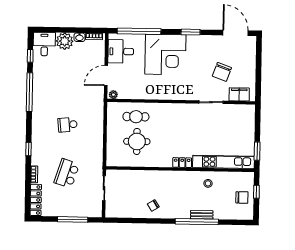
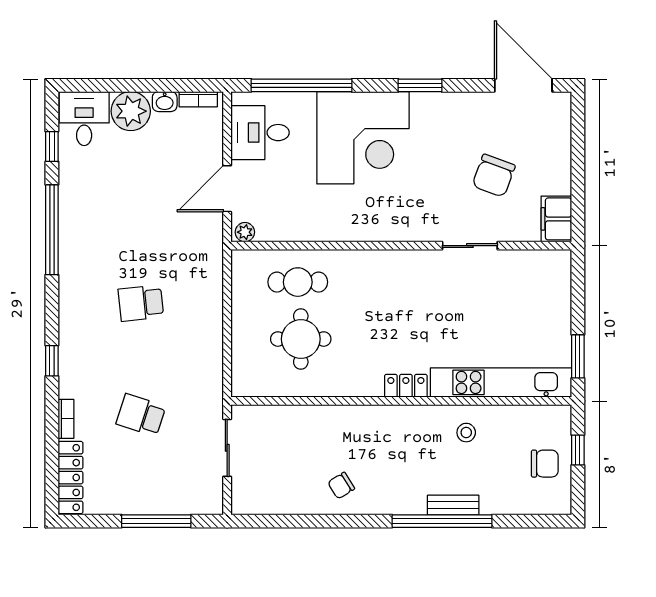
filing cabinet: (239, 94) -> (556, 219), moved, turned -90
school desk: (67, 173) -> (141, 415), width x0.54

